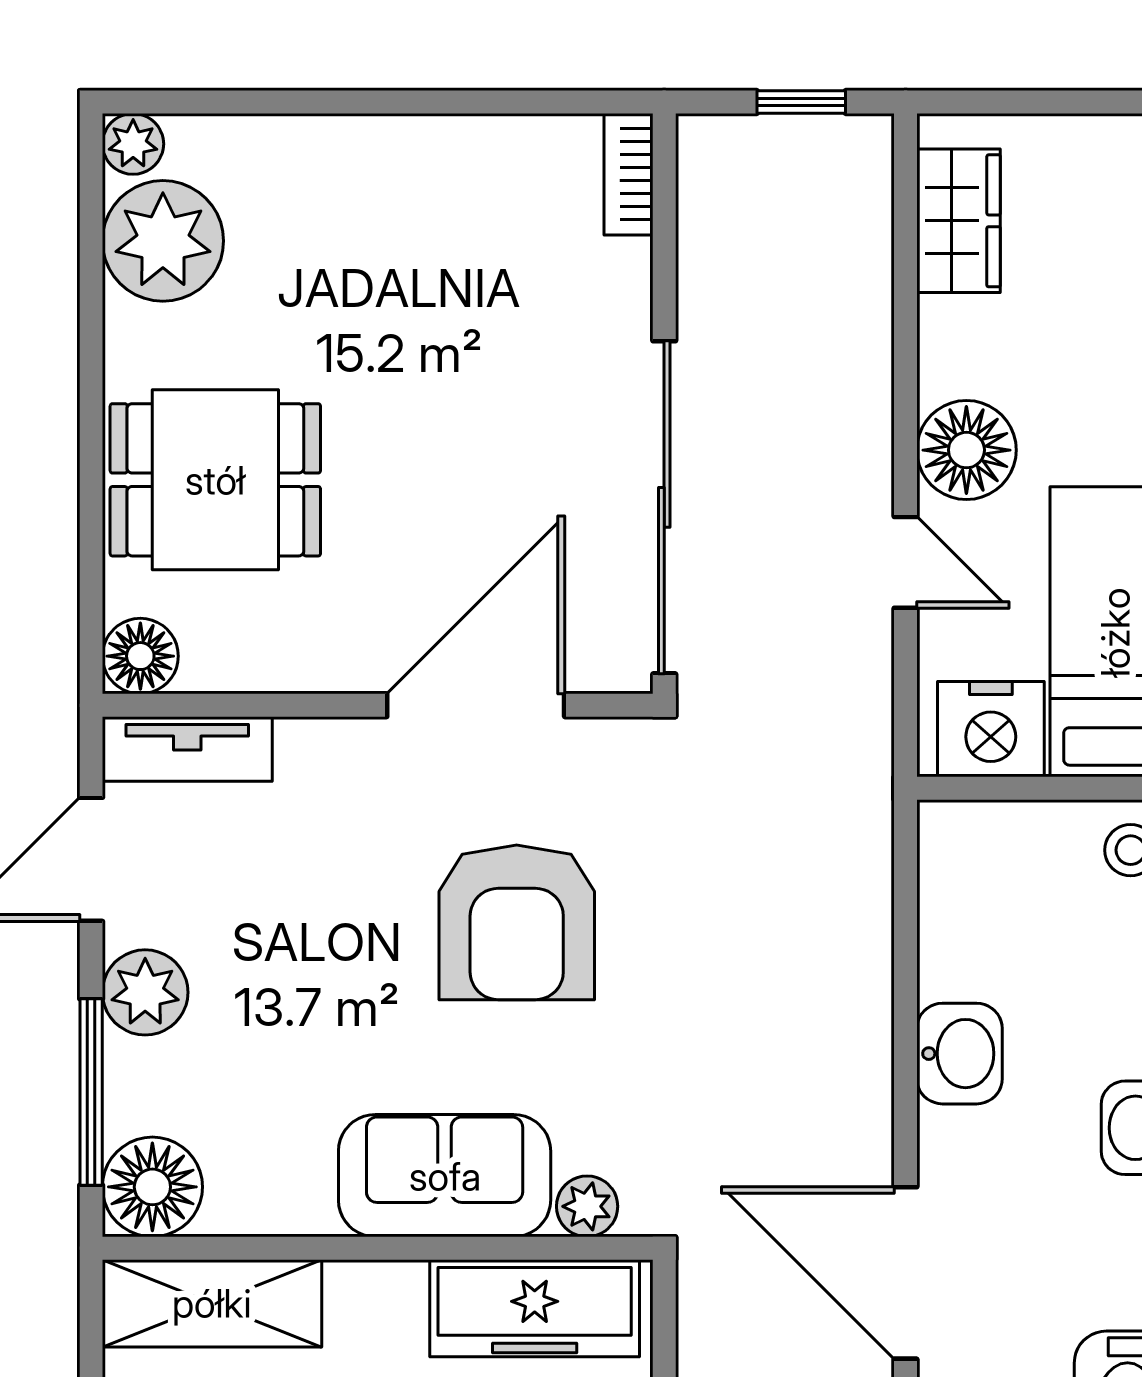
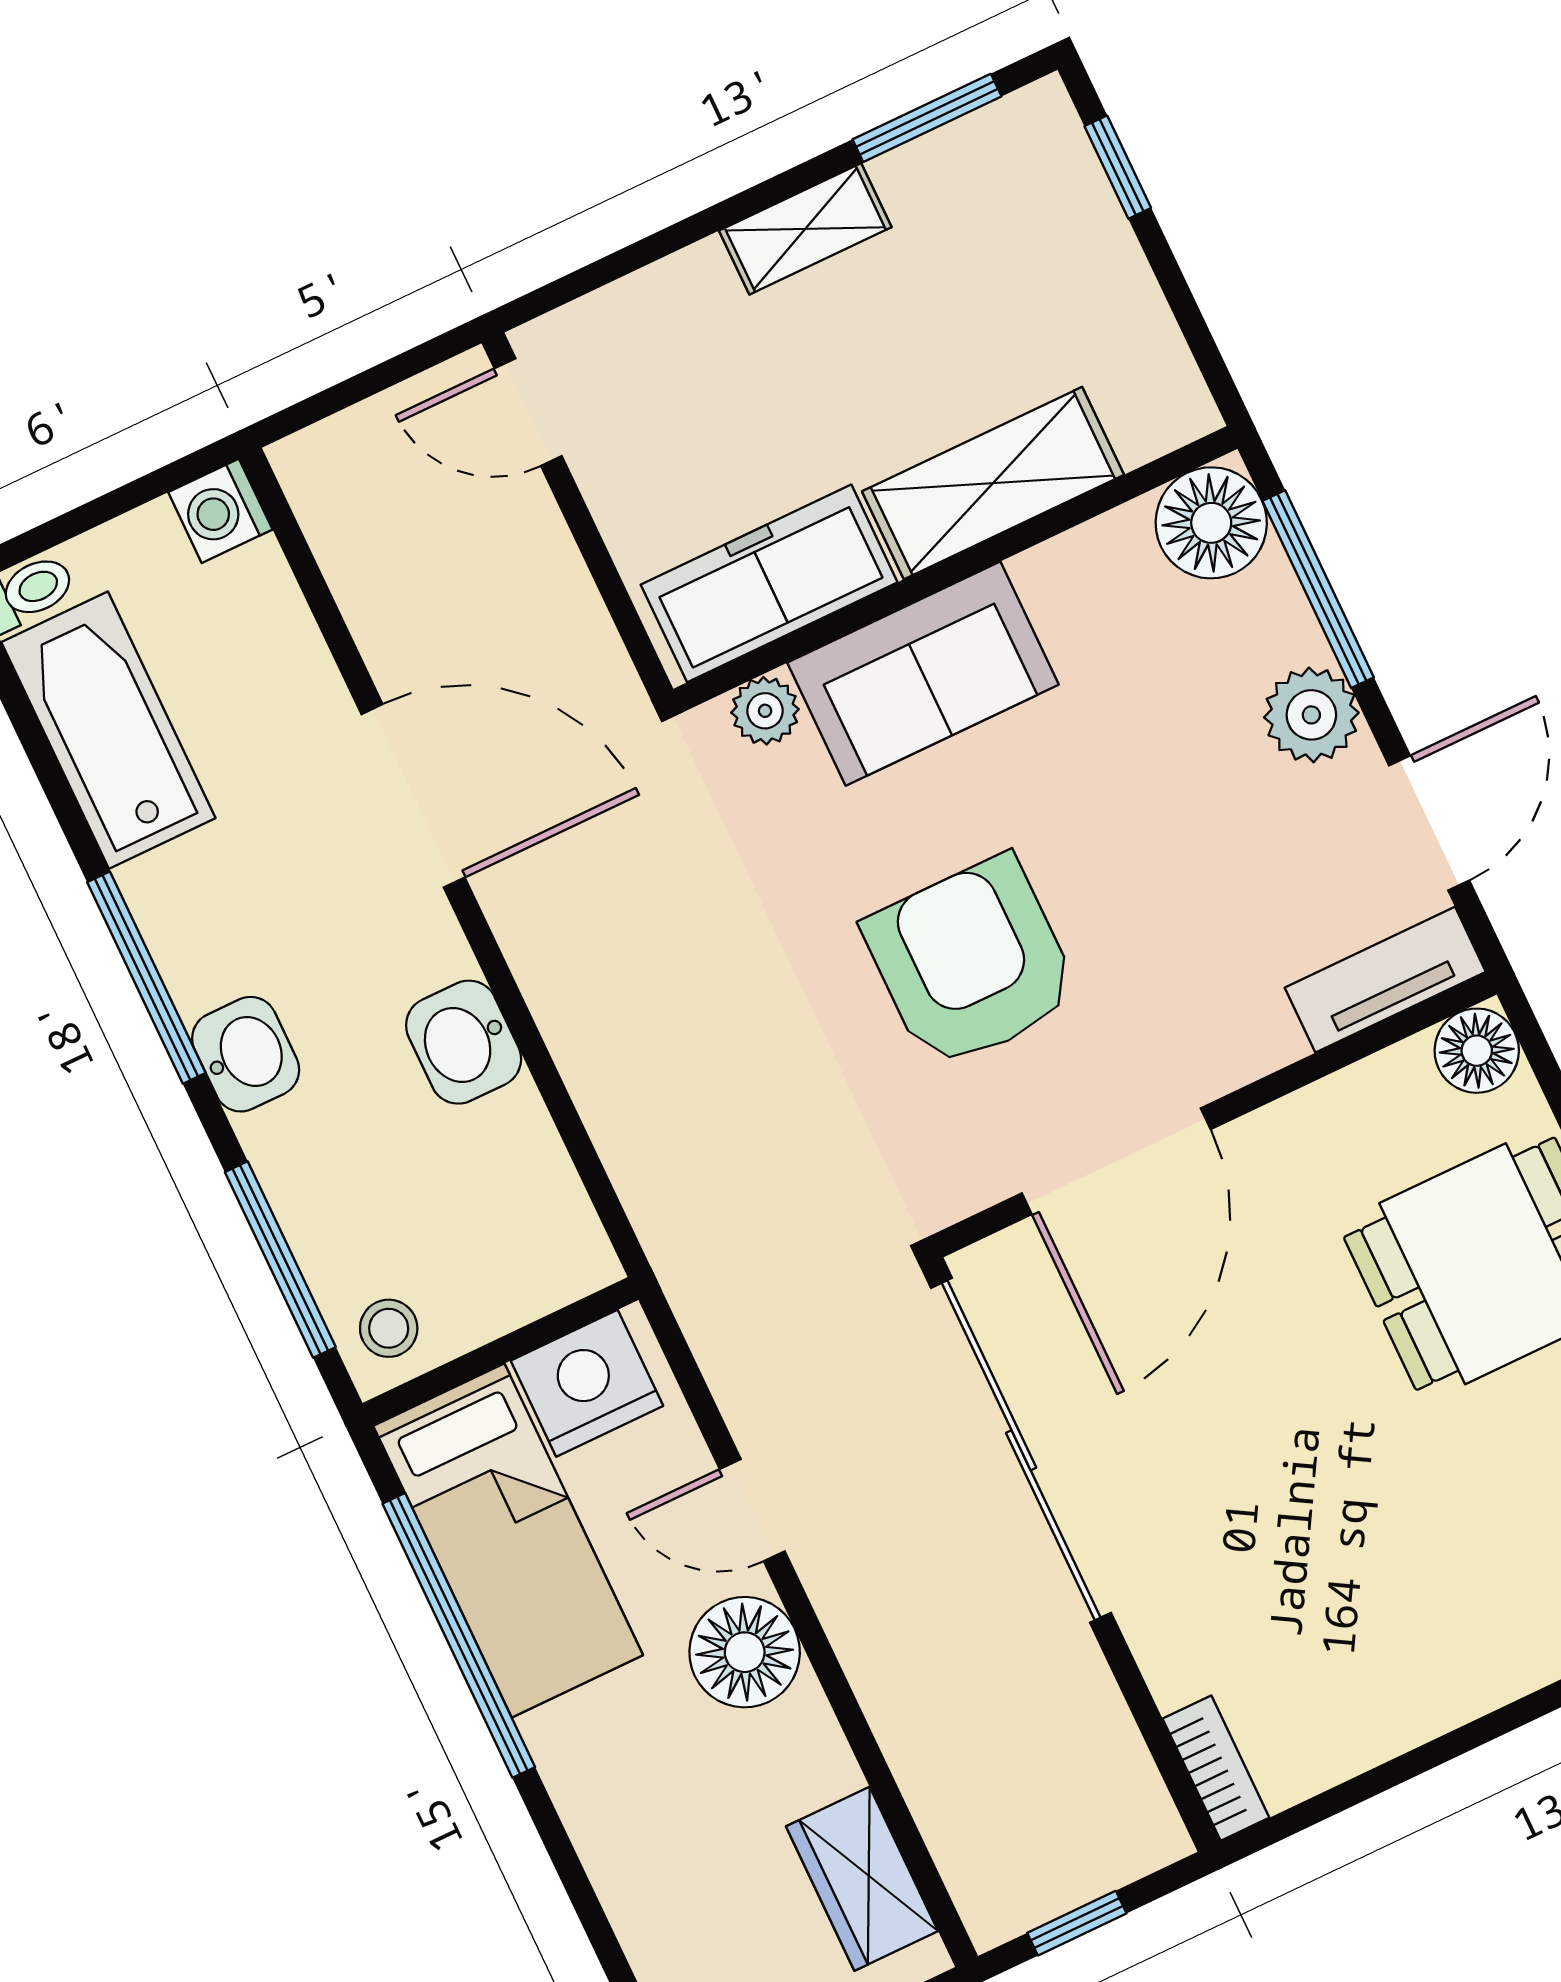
shelving: (212, 1303) -> (993, 483), moved

